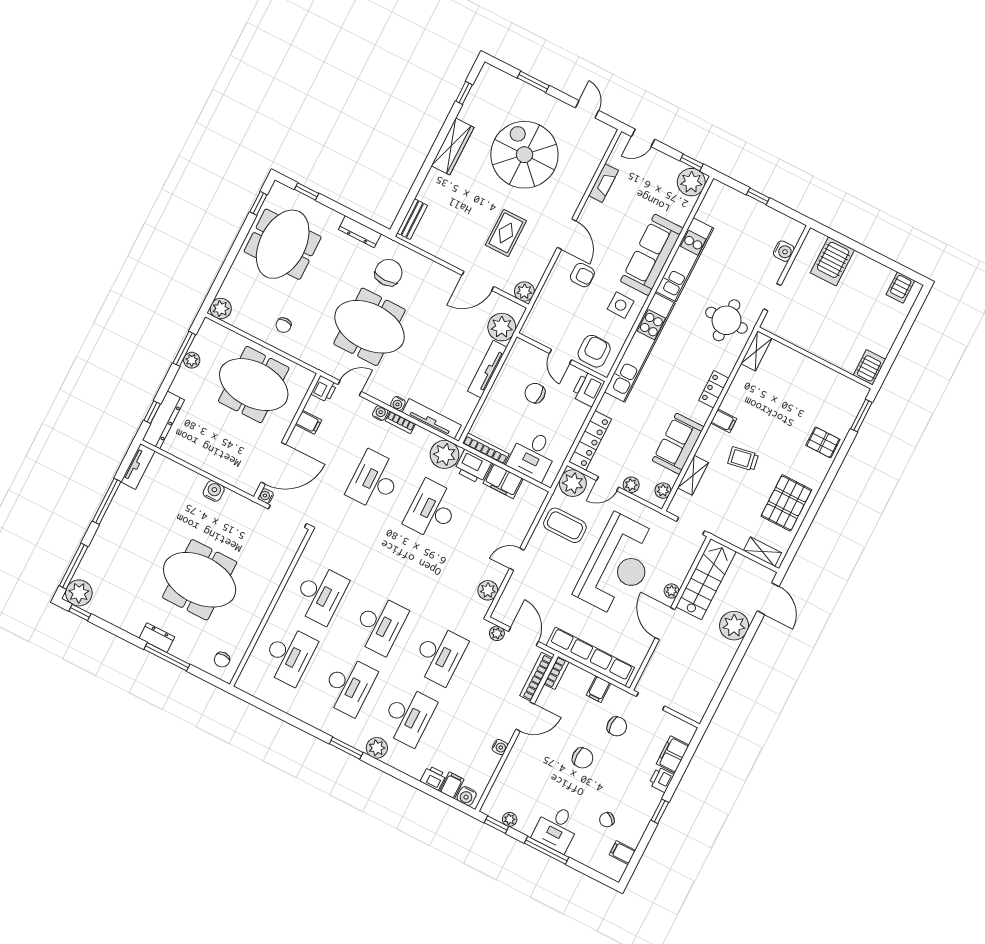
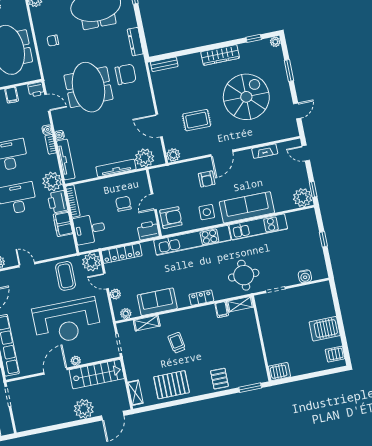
plant: (488, 71) -> (275, 42), added
server rack: (832, 261) -> (325, 329), moved
filing cabinet: (724, 421) -> (222, 310), moved

